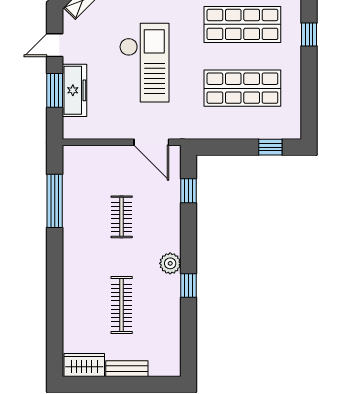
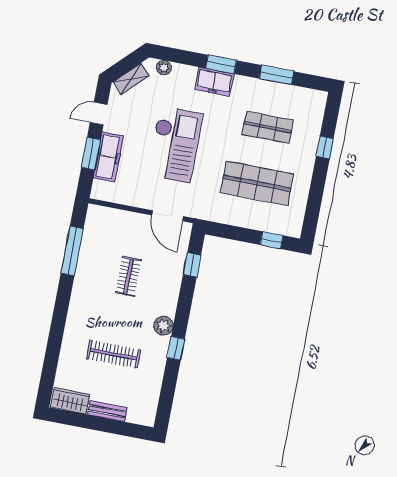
shop shelf: (242, 24) -> (268, 127), width x0.70, depth x0.74
clothes rail: (122, 305) -> (113, 354), turned 90

